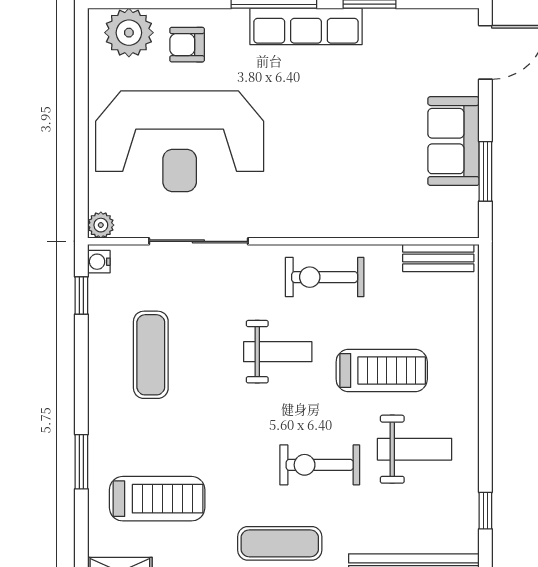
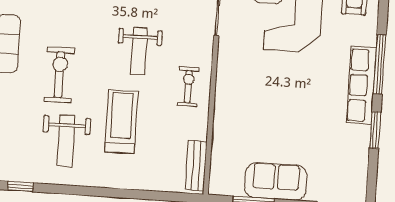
exercise bike: (325, 277) -> (188, 87), width x0.73, depth x0.72
treadmill: (382, 371) -> (121, 122), turned 180

